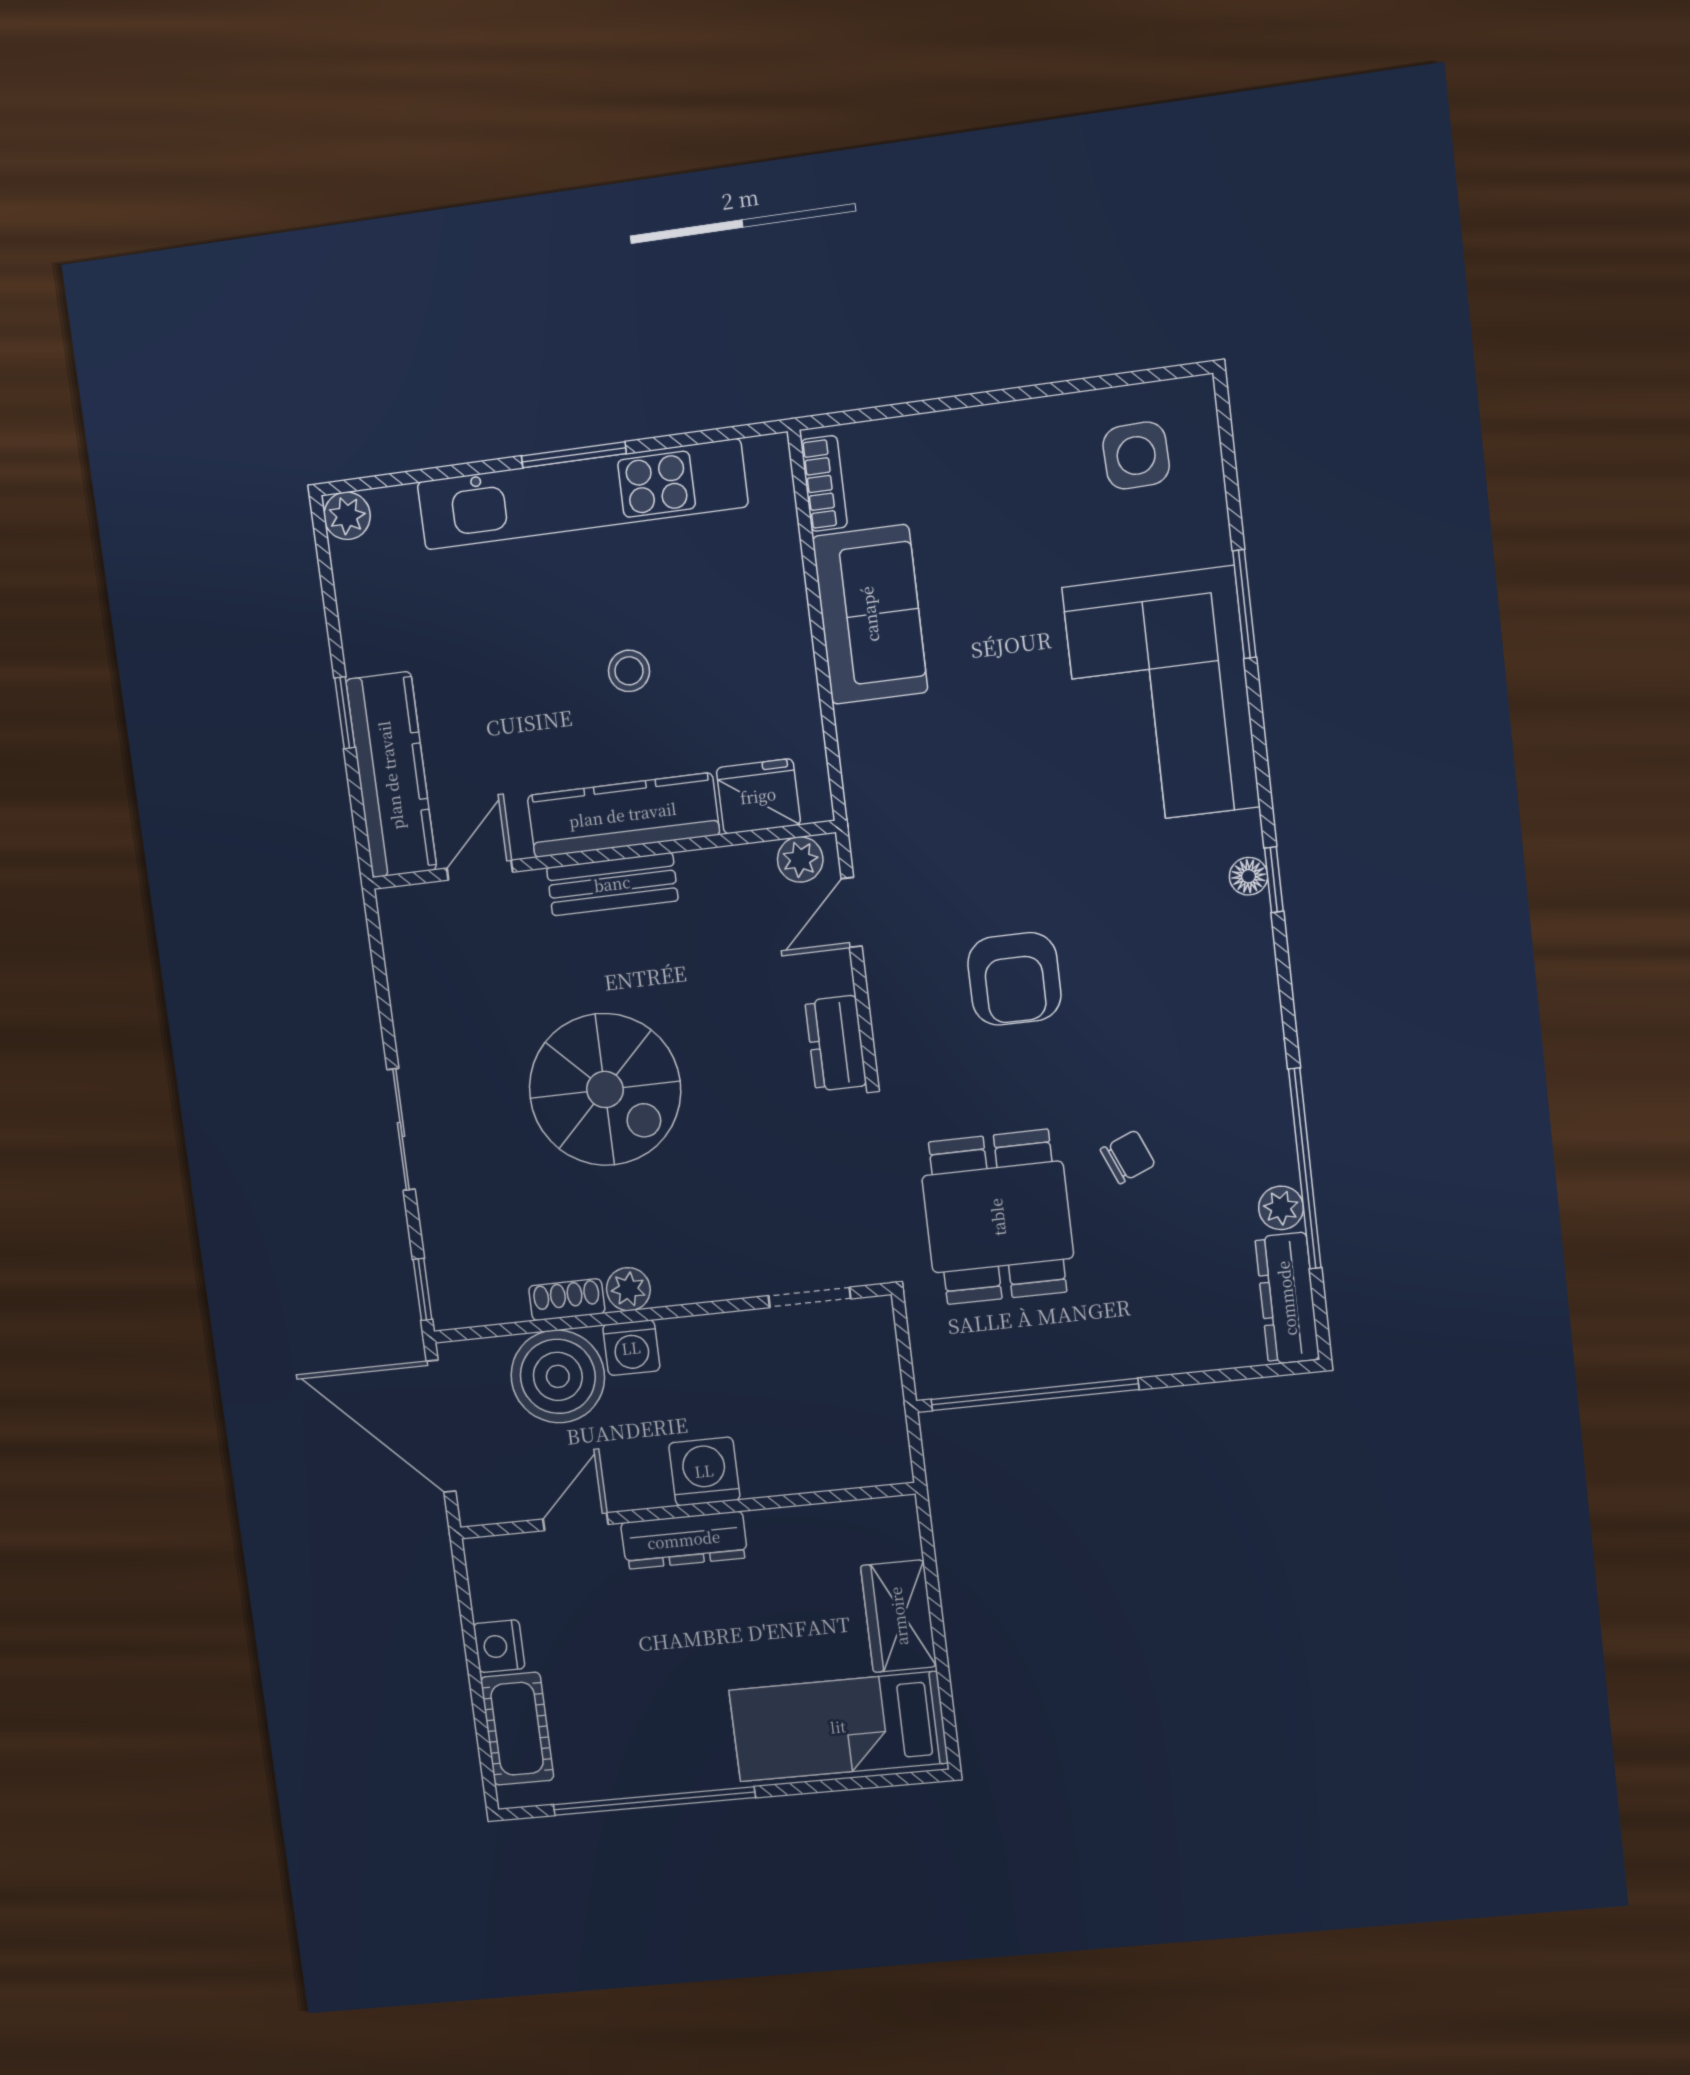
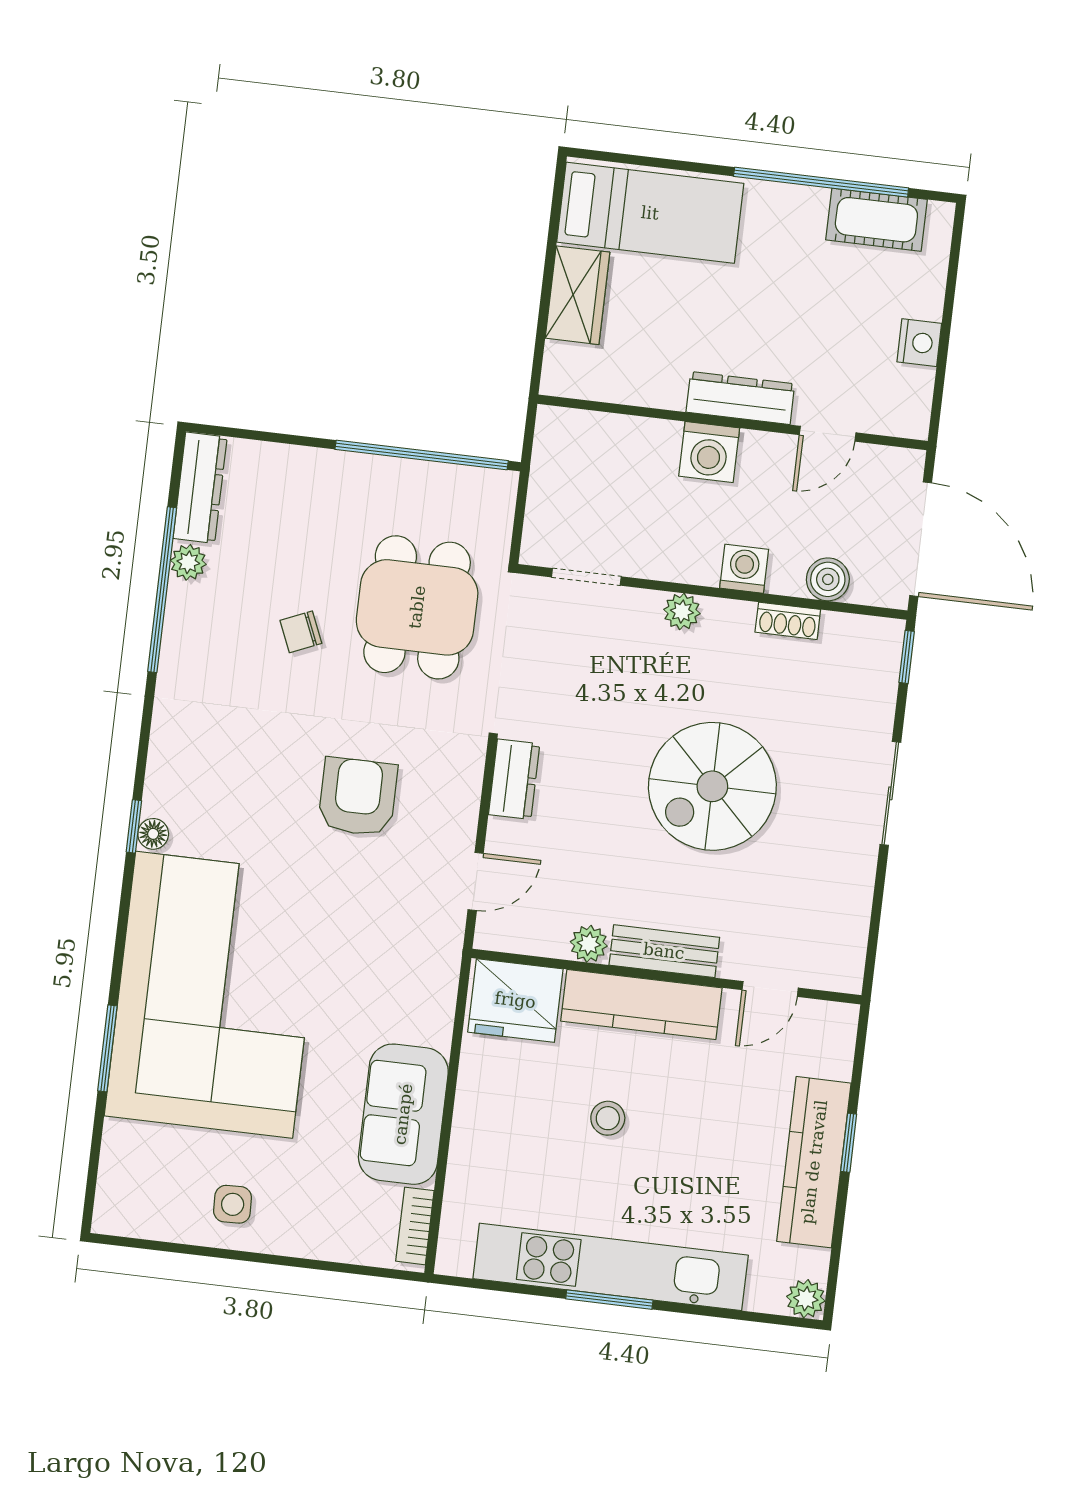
side table: (1136, 455) -> (233, 1204), moved, width x0.73, depth x0.73
corner sofa: (1161, 697) -> (214, 995), width x1.36, depth x1.36
kitchen counter: (391, 775) -> (814, 1162), moved
fridge: (758, 796) -> (515, 1000), width x1.36, depth x1.34
plant: (800, 859) -> (589, 944), moved
spiral stairs: (605, 1089) -> (712, 786), turned -90
plant: (628, 1289) -> (682, 612), moved
boiler: (558, 1376) -> (828, 579), width x0.54, depth x0.54
cot: (517, 1729) -> (876, 220), moved, turned 90

